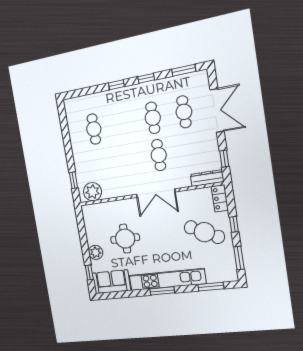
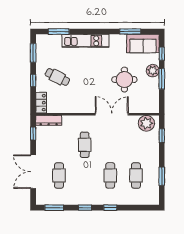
cafe table: (153, 118) -> (110, 175), moved
window: (66, 134) -> (162, 176), added
double door: (156, 193) -> (112, 114), moved
cafe table: (204, 232) -> (57, 77), width x0.73, depth x0.74
window: (84, 244) -> (162, 79), added
kitchen unit: (167, 280) -> (85, 41), width x0.73
window: (162, 291) -> (130, 31), moved

